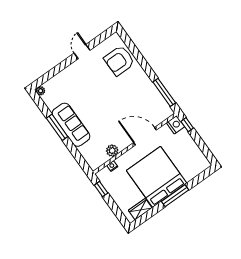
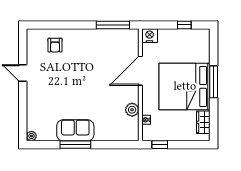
armchair: (119, 61) -> (55, 45), width x0.53, depth x0.53
sofa: (71, 125) -> (75, 130), width x0.73
window: (187, 125) -> (184, 25), moved

